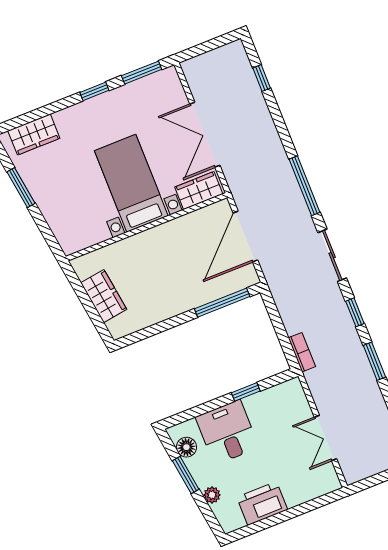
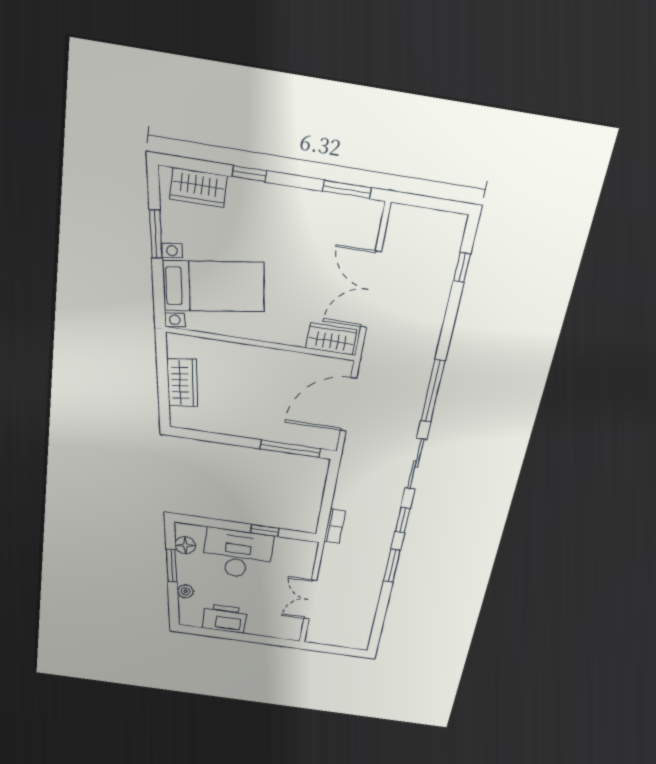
window: (94, 91) -> (249, 174), moved
bed with nightstands: (131, 183) -> (214, 286), moved, turned 82
desk: (227, 432) -> (238, 554), width x1.37

